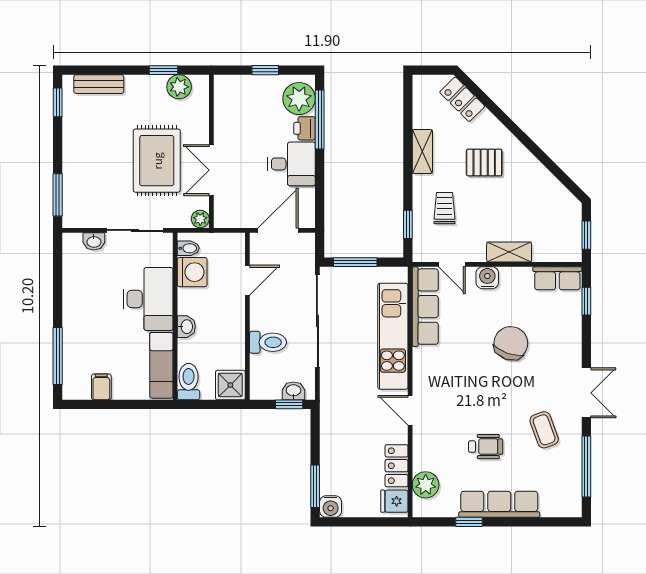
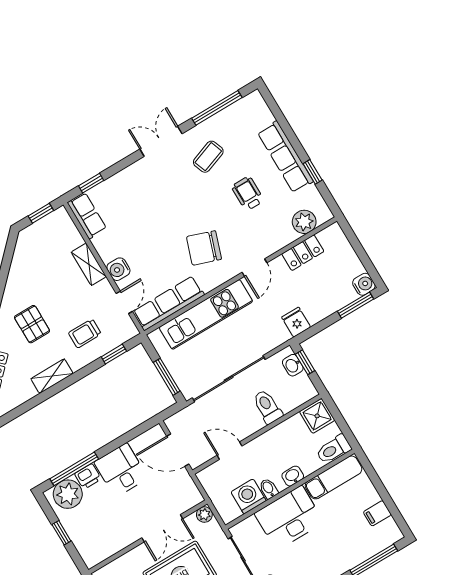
bidet: (188, 248) -> (269, 489), moved
chair: (511, 343) -> (204, 248), moved
fridge: (394, 501) -> (296, 322), moved, turned 180

